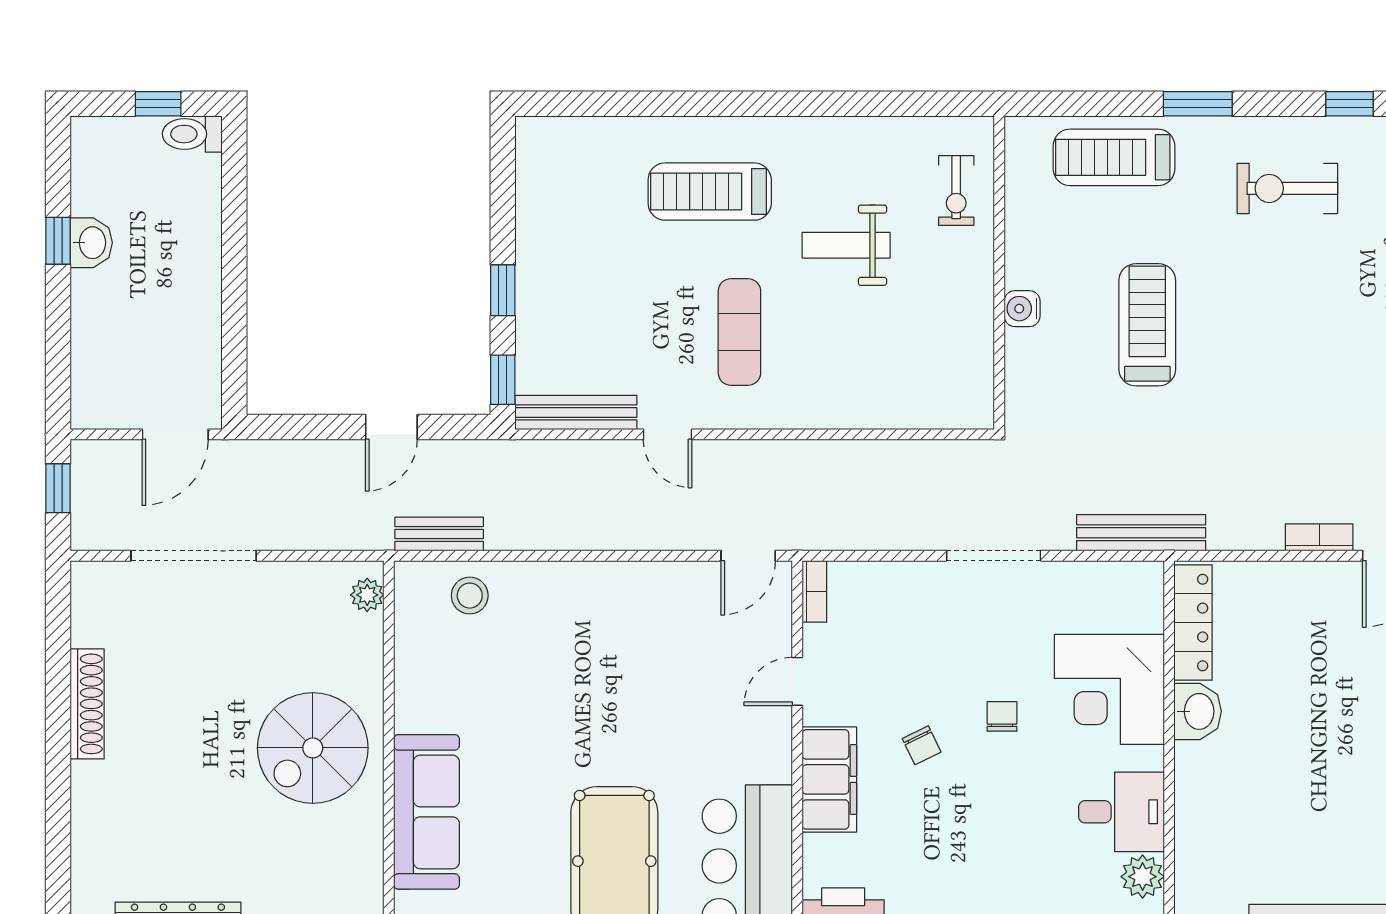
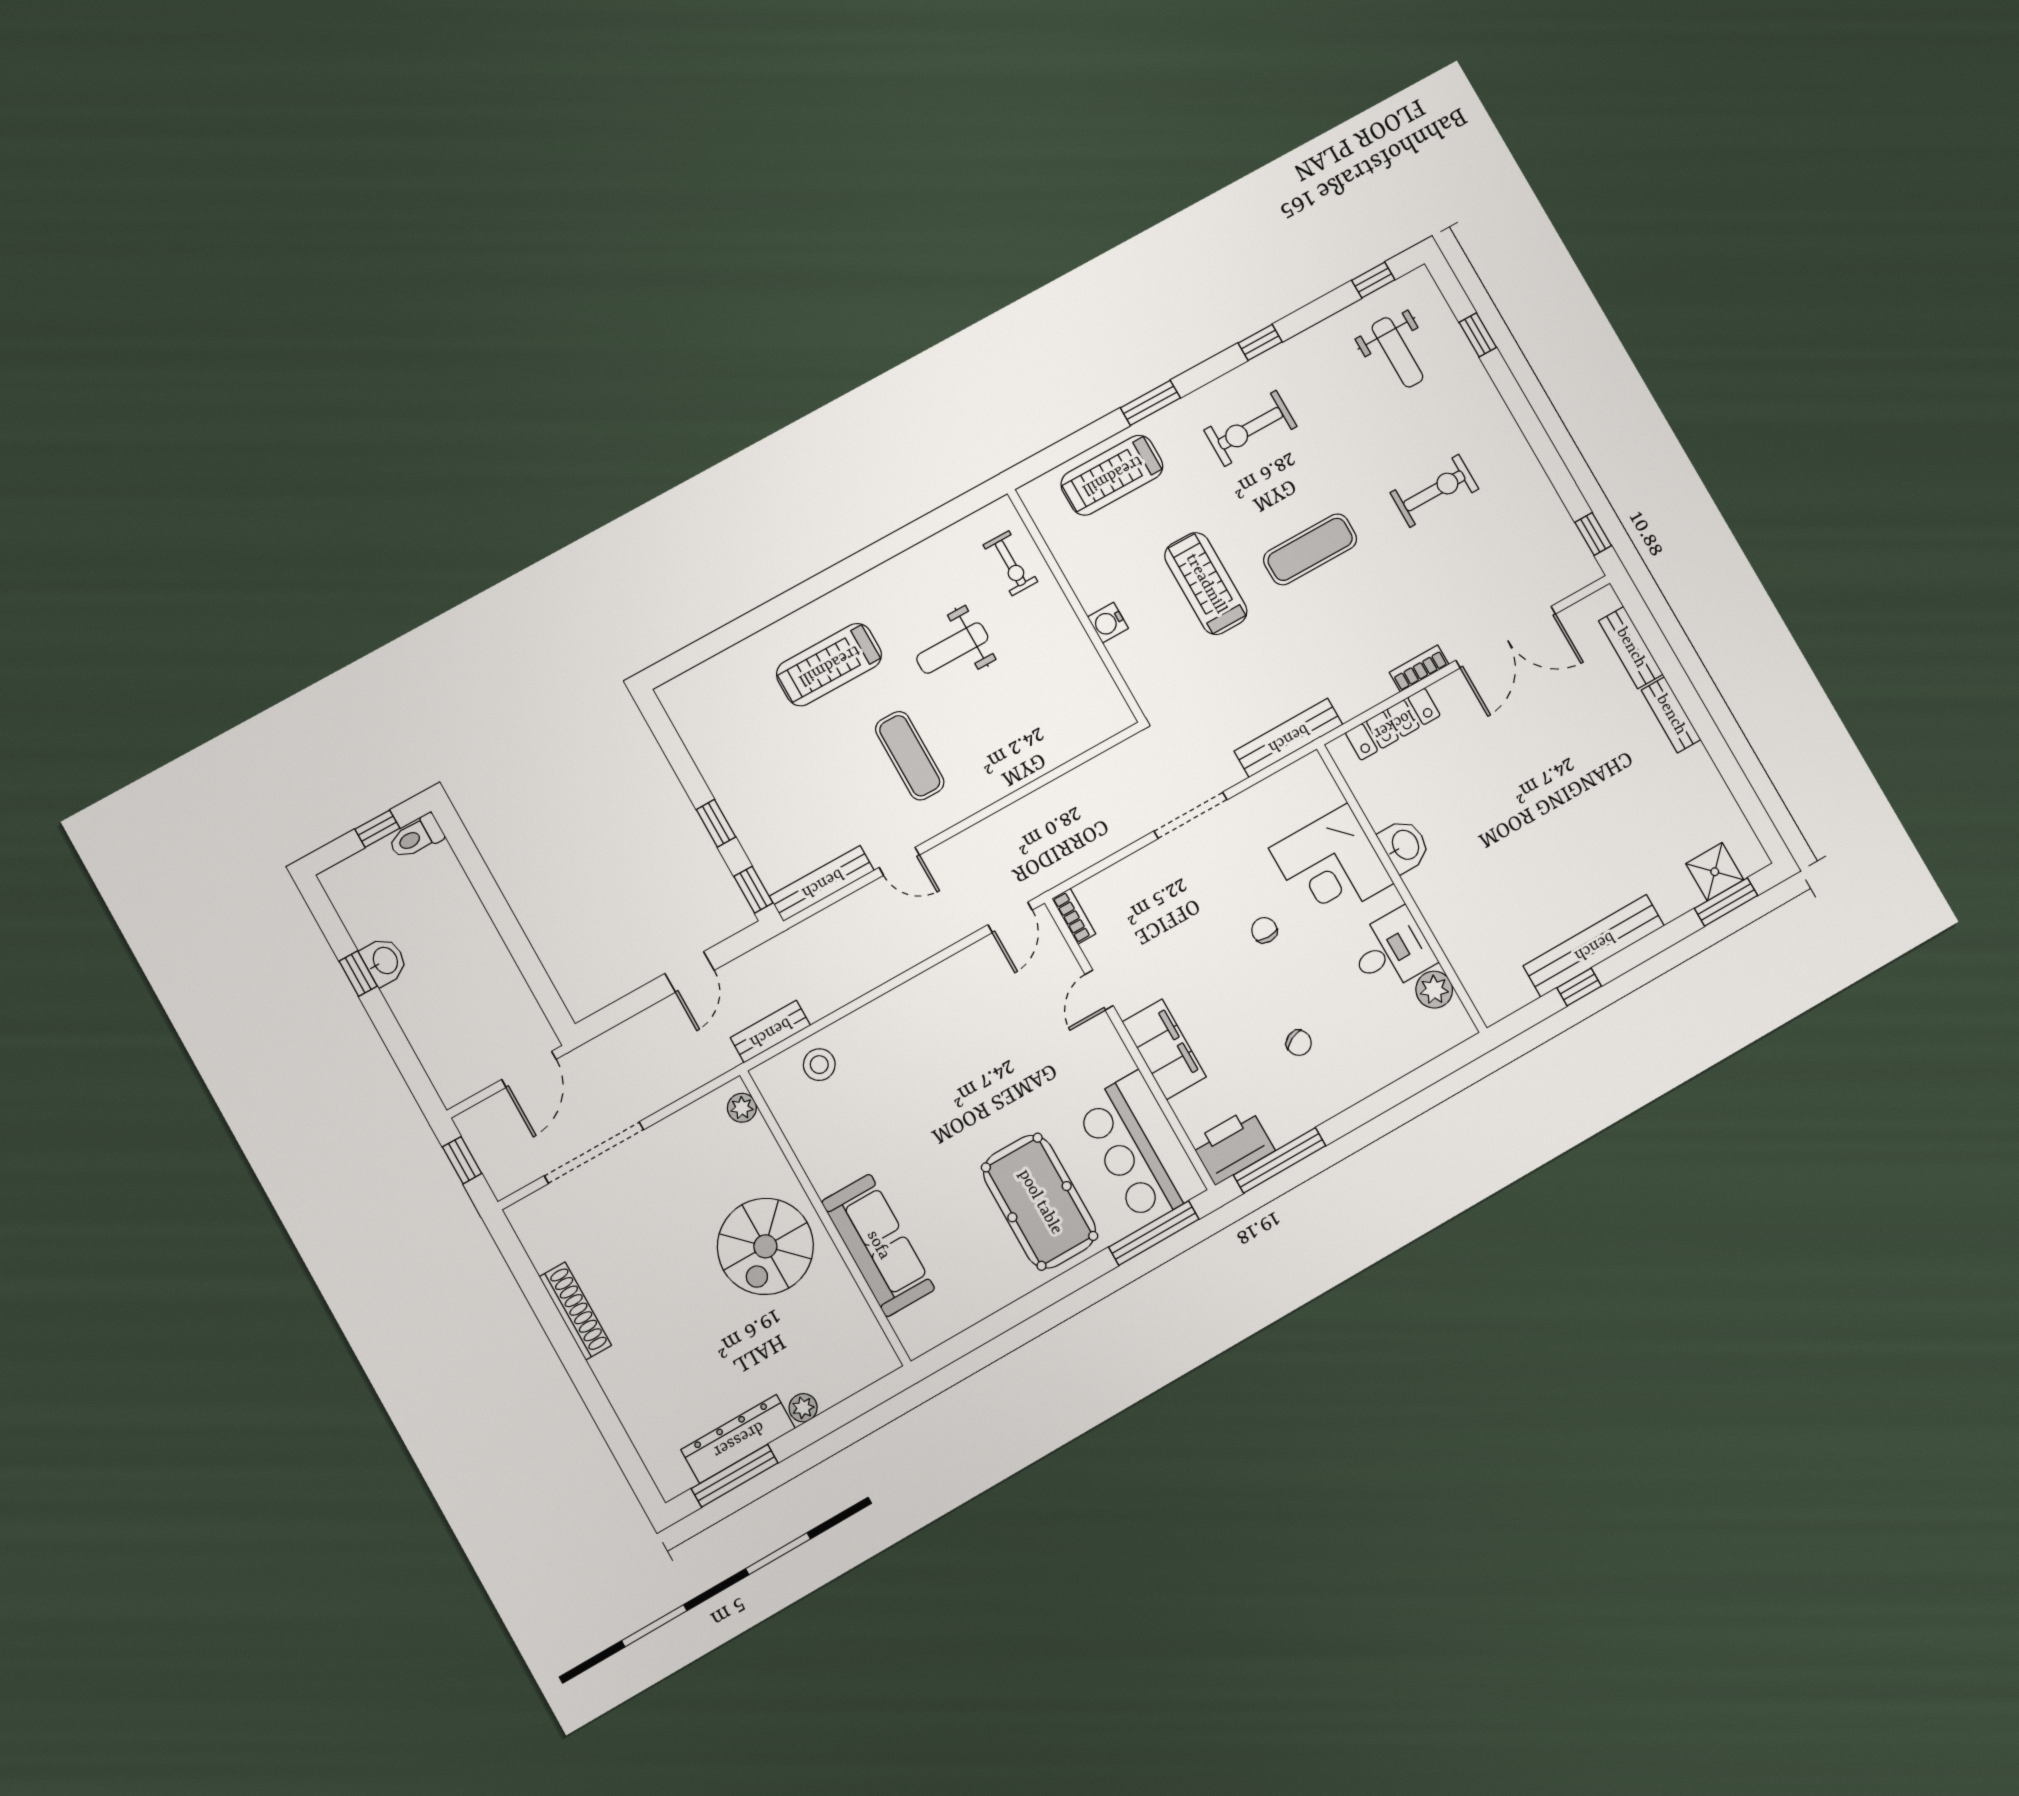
exercise mat: (1277, 350) -> (1310, 549), added
locker: (1193, 623) -> (1393, 724), moved, turned 90
chair: (922, 745) -> (1299, 1043), moved

